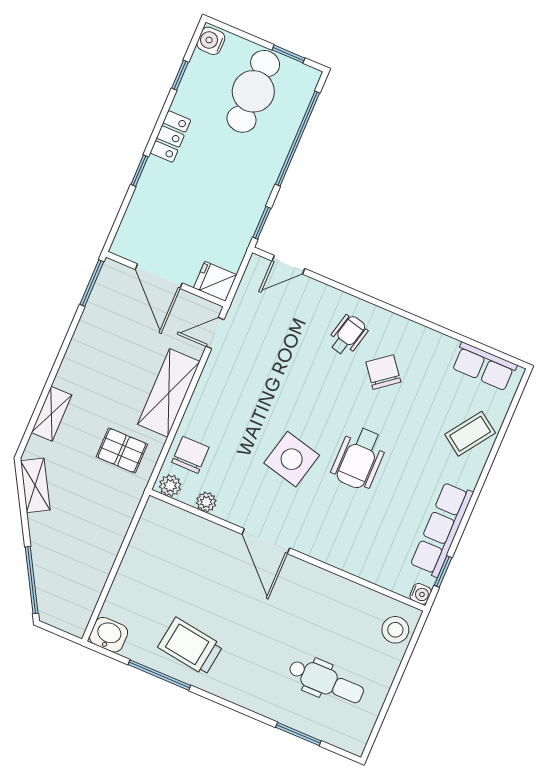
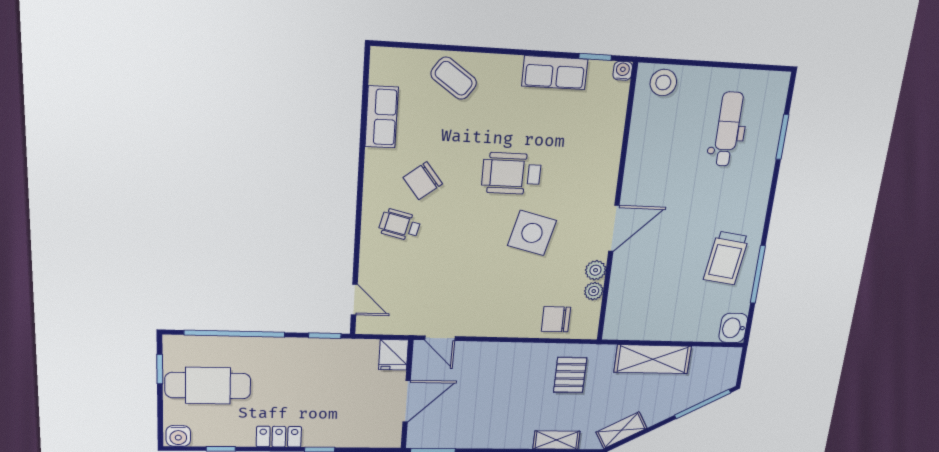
row of seats: (484, 366) -> (382, 117), moved
shelving: (169, 393) -> (653, 359), moved
wheelchair: (359, 458) -> (511, 174), turned 180
plant: (170, 486) -> (596, 270), moved
row of seats: (442, 529) -> (555, 73), width x0.68

